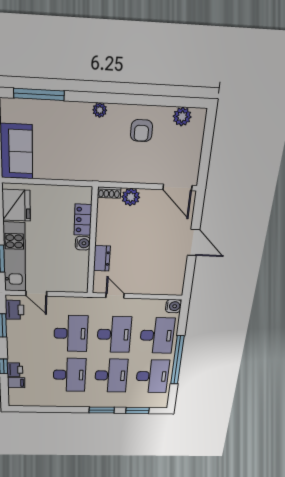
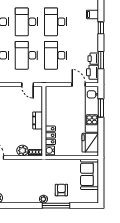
window: (39, 94) -> (56, 206), moved
armchair: (142, 131) -> (61, 190), moved
water cooler: (83, 243) -> (50, 150), moved
dresser: (102, 258) -> (38, 120), moved
printer: (15, 370) -> (93, 59), moved

